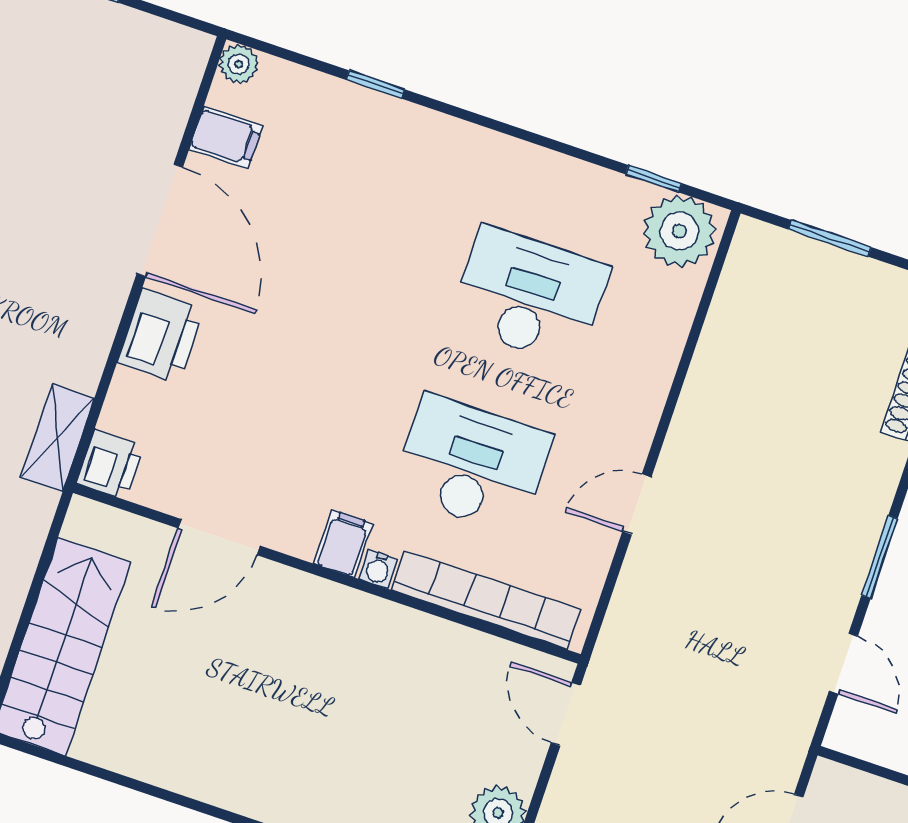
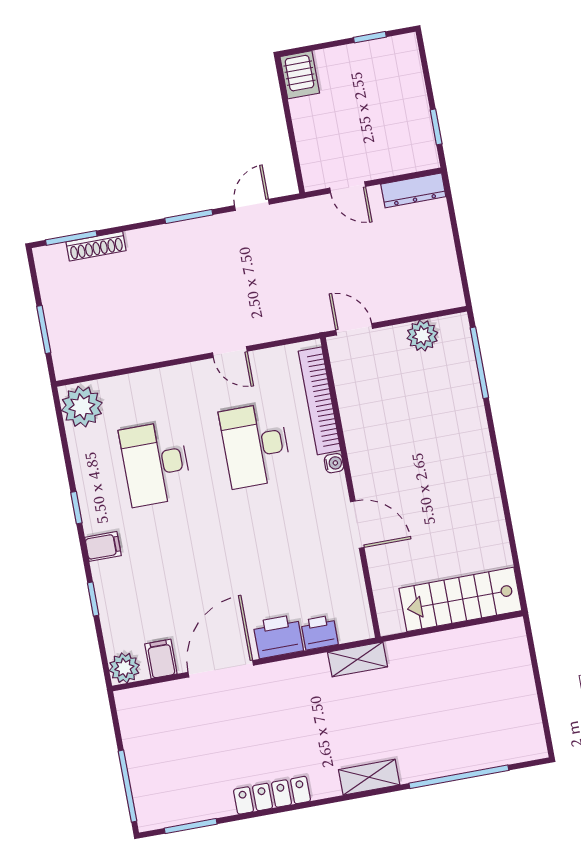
plant: (239, 64) -> (124, 668), width x1.38, depth x1.38
window: (654, 179) -> (76, 508), moved
printer: (110, 464) -> (319, 633), moved
door: (219, 537) -> (357, 525), moved
filing cabinet: (343, 544) -> (103, 546), moved, turned 180
door: (566, 714) -> (354, 329), swing flipped

